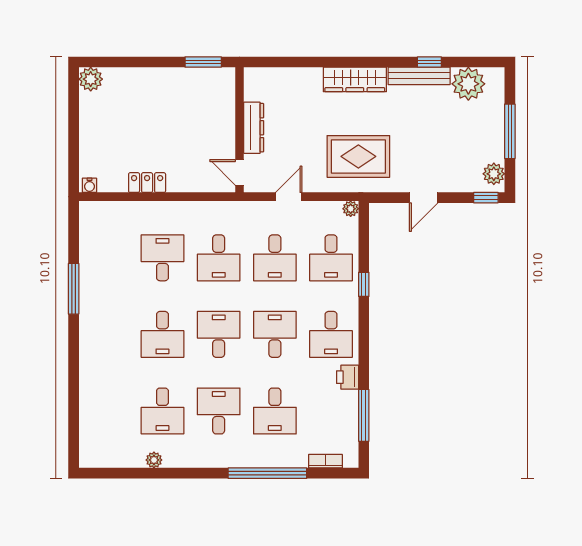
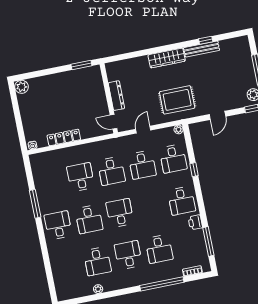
plant: (468, 84) -> (229, 48), removed
locker: (147, 183) -> (64, 137), width x1.53
desk: (275, 334) -> (58, 225), moved

